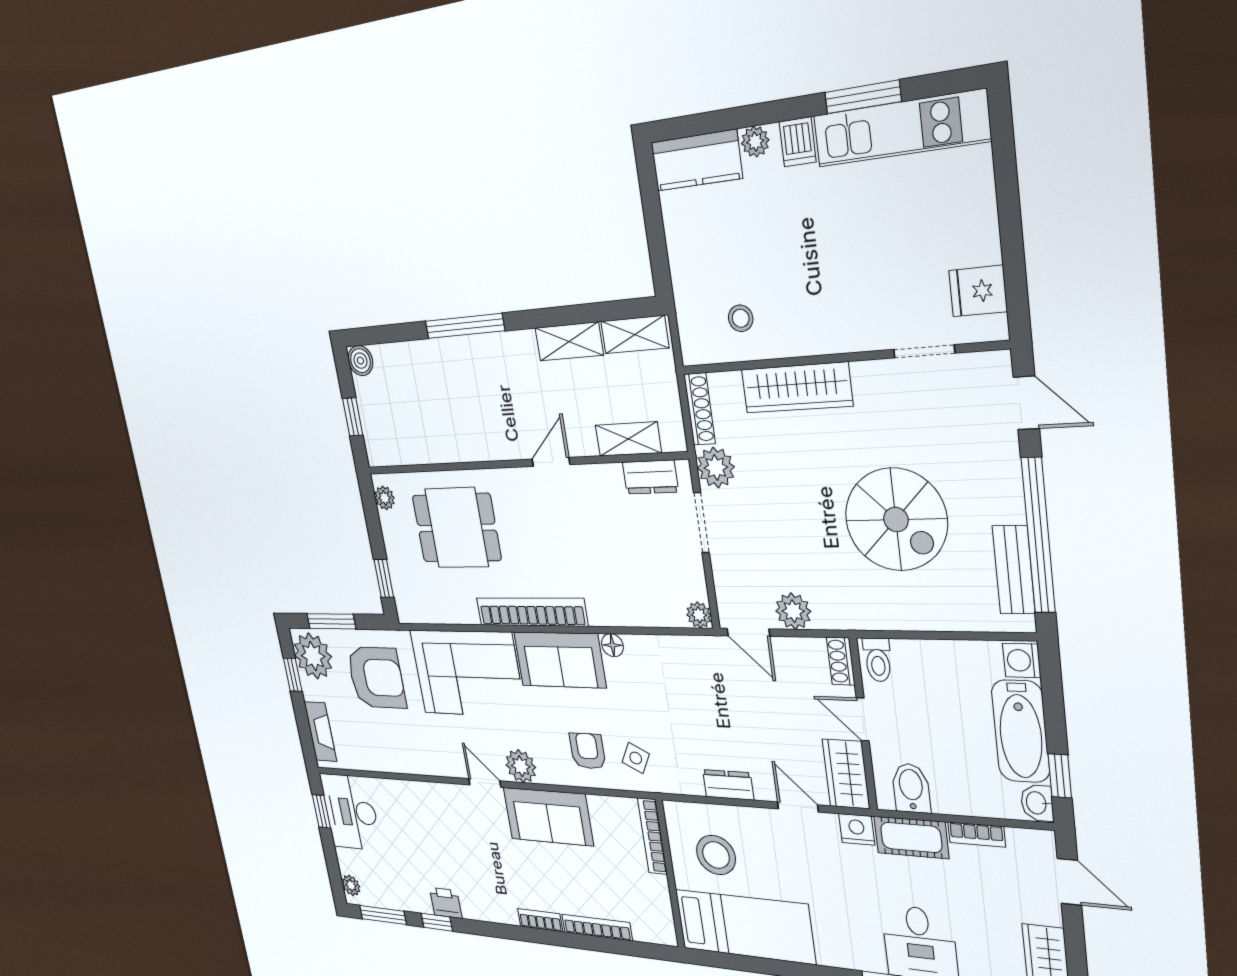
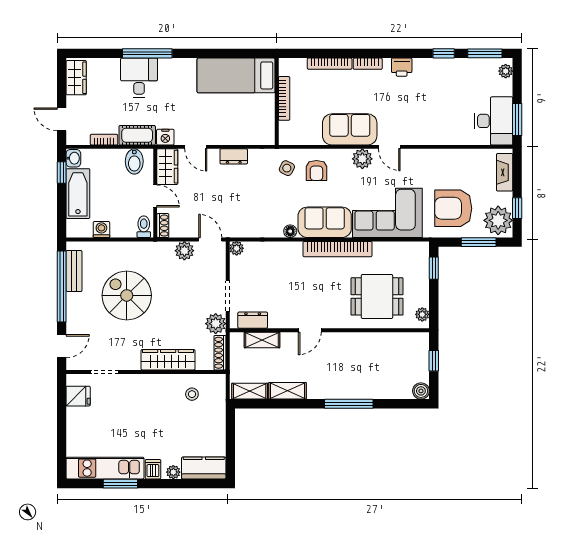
door: (1026, 403) -> (62, 346), swing flipped
washing machine: (1022, 660) -> (101, 230), moved, turned -90
window: (321, 811) -> (517, 120), width x1.50
bookcase: (652, 836) -> (284, 98), moved
stool: (716, 855) -> (247, 116), removed
printer: (446, 903) -> (402, 67), moved

